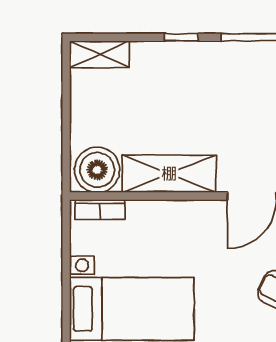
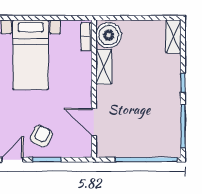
shelving: (169, 174) -> (104, 67), width x0.67, depth x0.75

